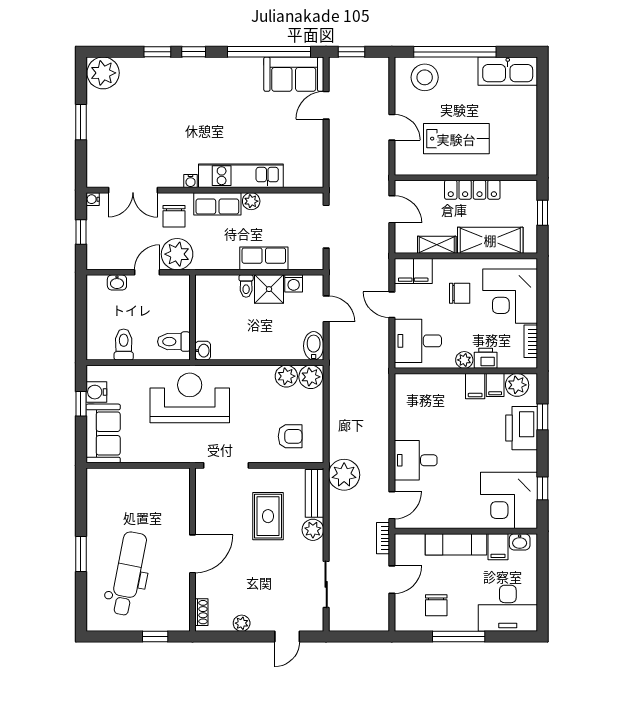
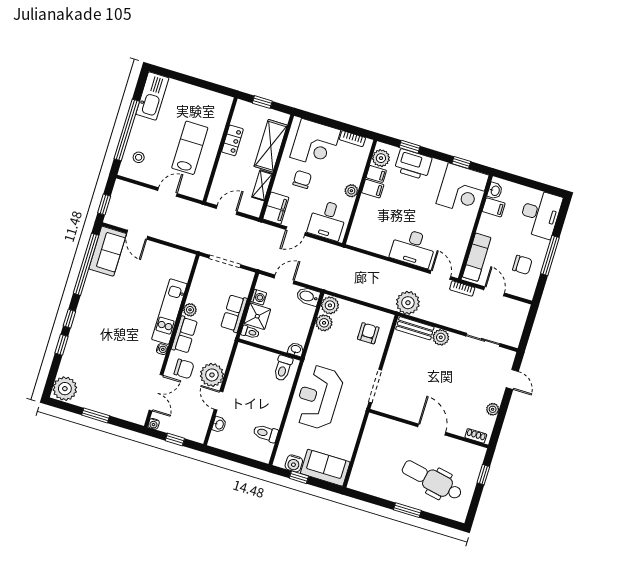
stool: (425, 77) -> (139, 157), width x0.53, depth x0.53
locker: (472, 190) -> (232, 140), width x0.66
wall: (192, 317) -> (270, 349), moved
toilet: (174, 342) -> (283, 368), moved
washbasin: (203, 351) -> (296, 349), moved
printer: (486, 358) -> (355, 175), removed
desk: (416, 460) -> (413, 248), width x1.37
rug: (268, 516) -> (421, 367), removed
exam couch: (456, 544) -> (477, 257), moved

